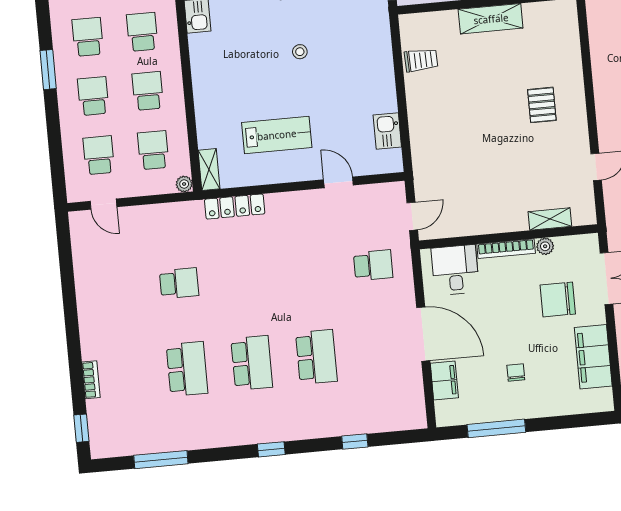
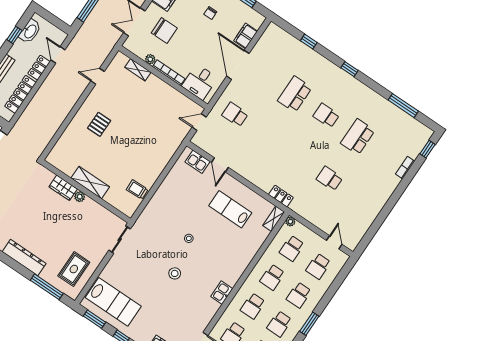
kitchen sink: (387, 131) -> (197, 162), moved, turned 90
locker: (235, 207) -> (281, 196), width x0.66
school desk: (252, 363) -> (326, 115), width x0.54

